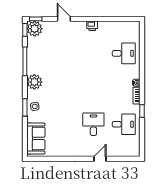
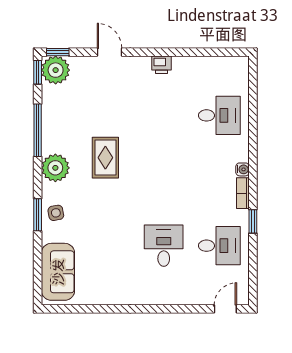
rug: (62, 76) -> (105, 158), added
door: (100, 159) -> (225, 309), moved

